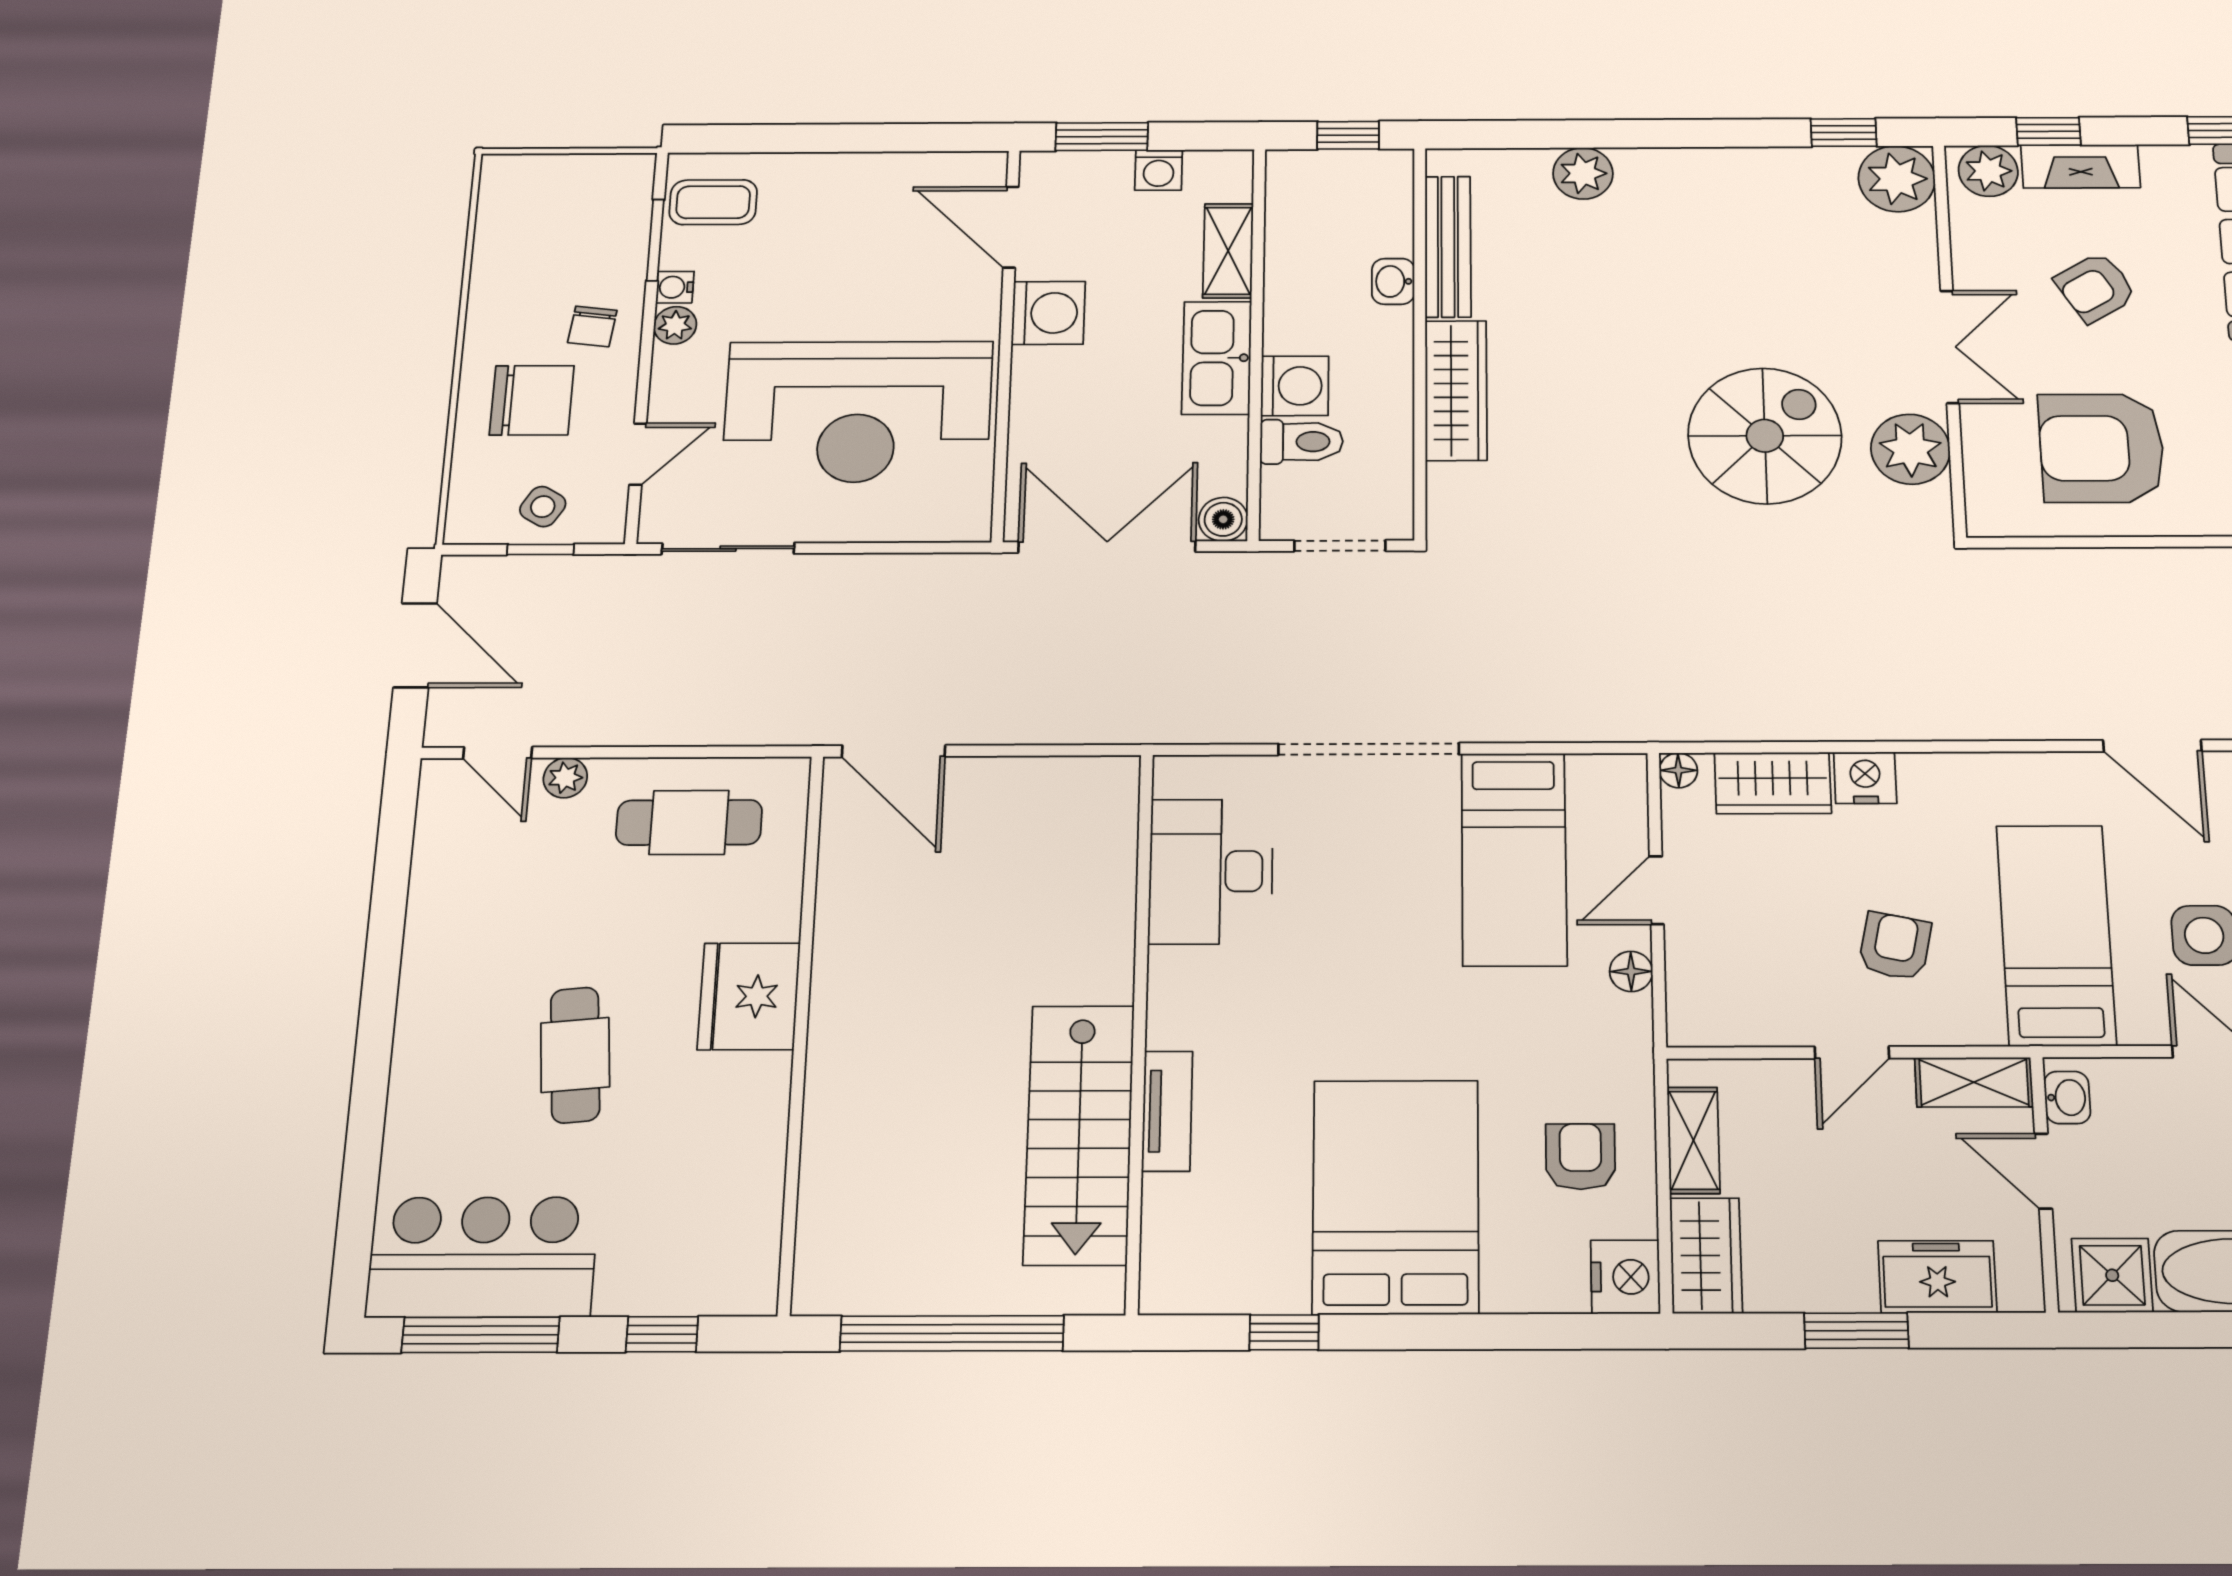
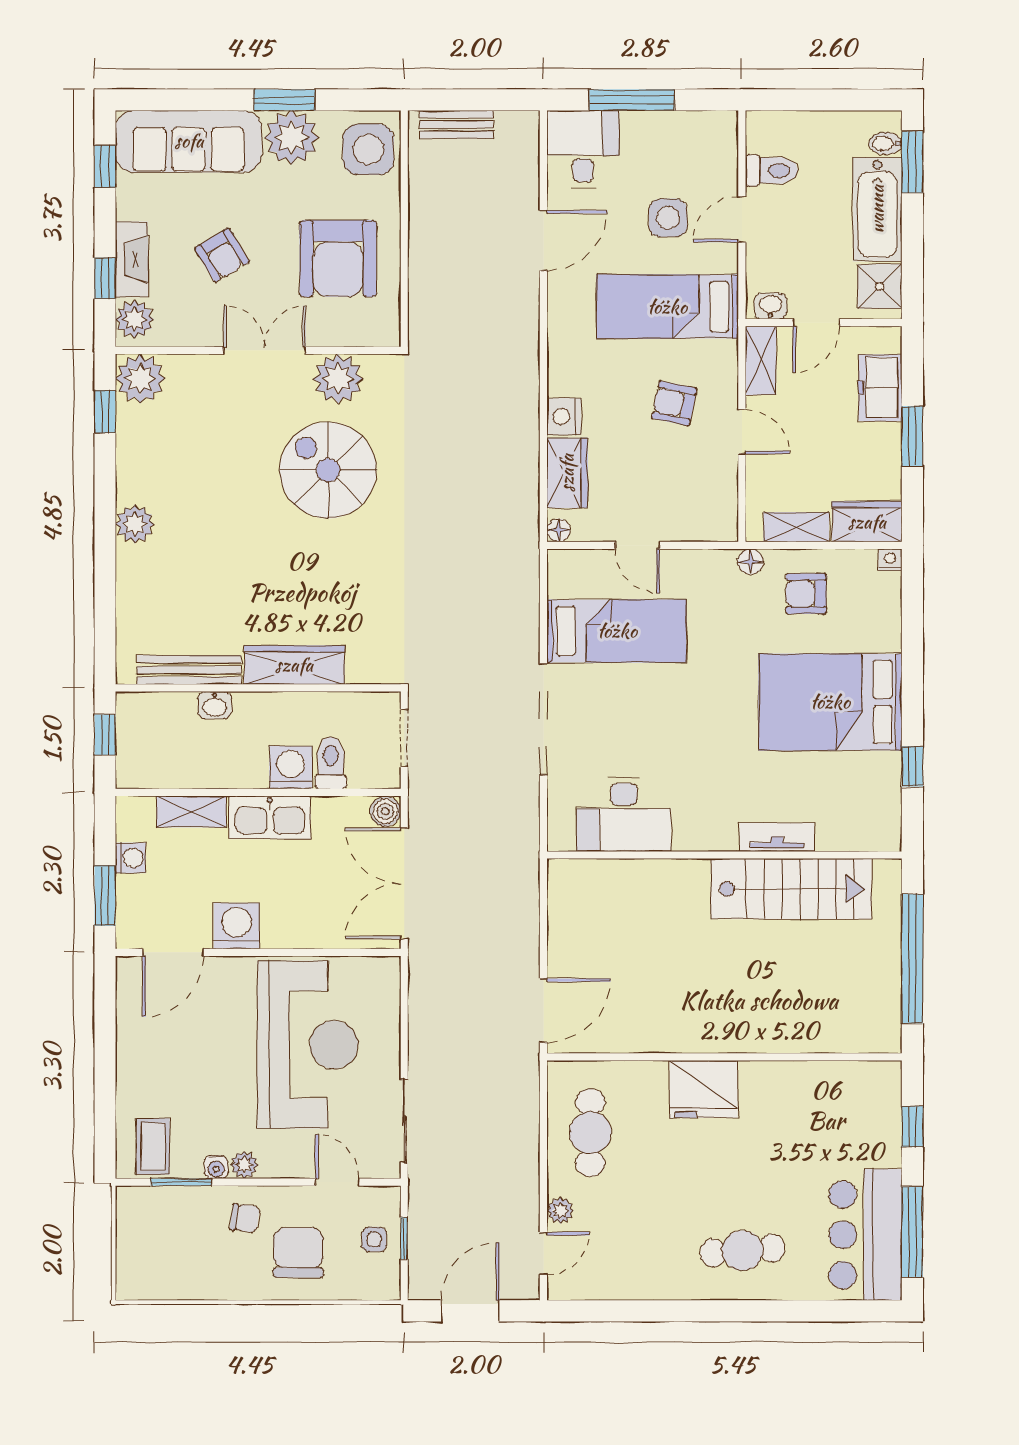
plant: (1583, 173) -> (135, 524), moved
side table: (543, 507) -> (374, 1239), turned -32
floor lamp: (1631, 971) -> (750, 562), moved
cafe table: (575, 1055) -> (742, 1251), moved
nightstand: (1625, 1277) -> (890, 560), width x0.53, depth x0.56

